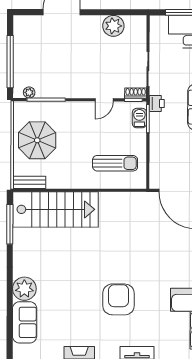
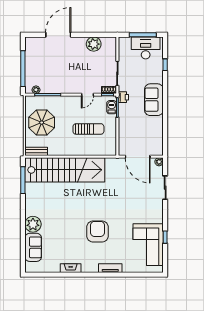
sun lounger: (115, 163) -> (88, 129), moved
stairs: (55, 209) -> (65, 170), width x1.36

